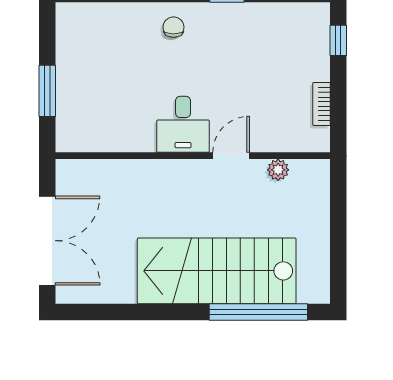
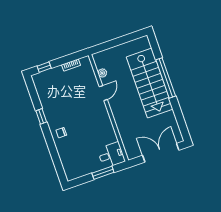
desk: (183, 124) -> (111, 155), moved
door: (231, 156) -> (103, 93), swing flipped
window: (258, 312) -> (166, 78), moved

